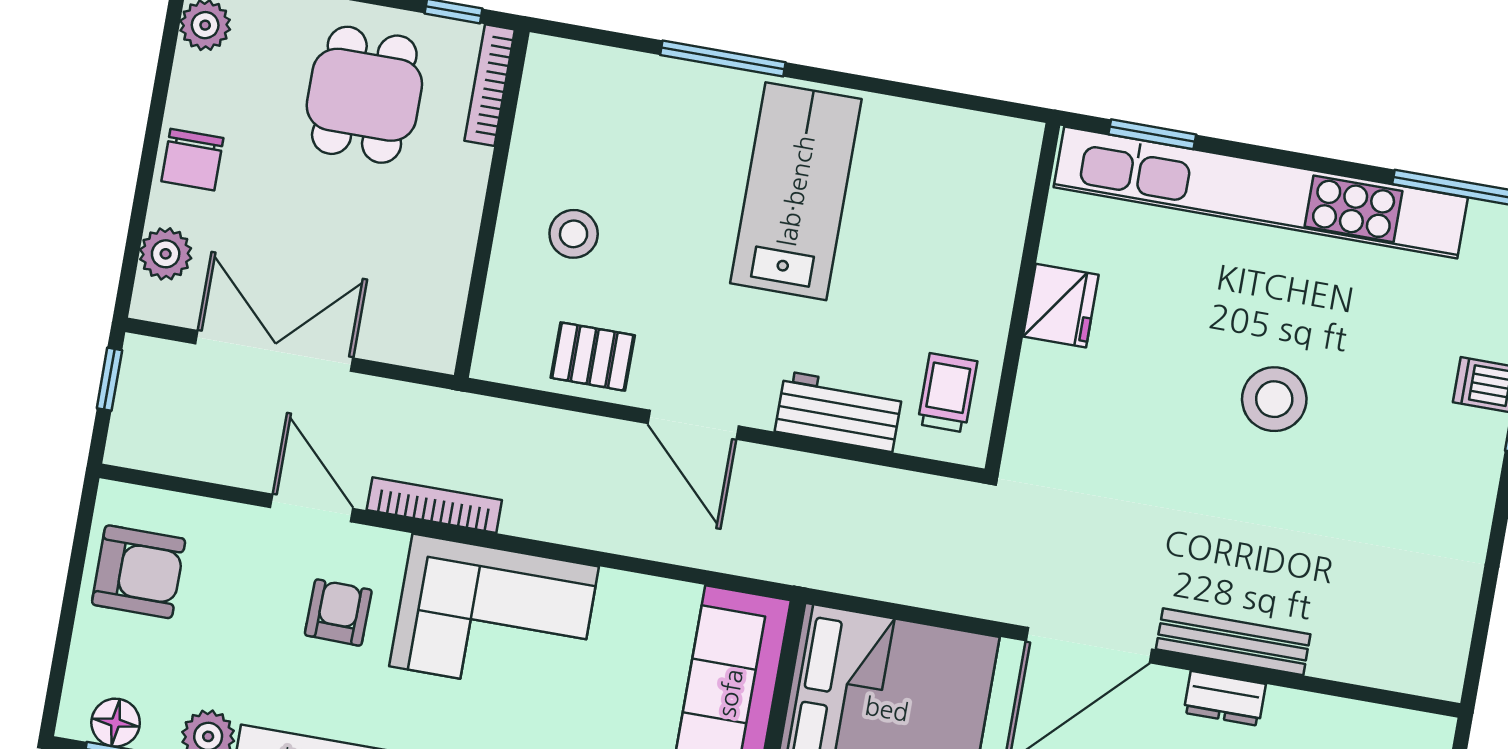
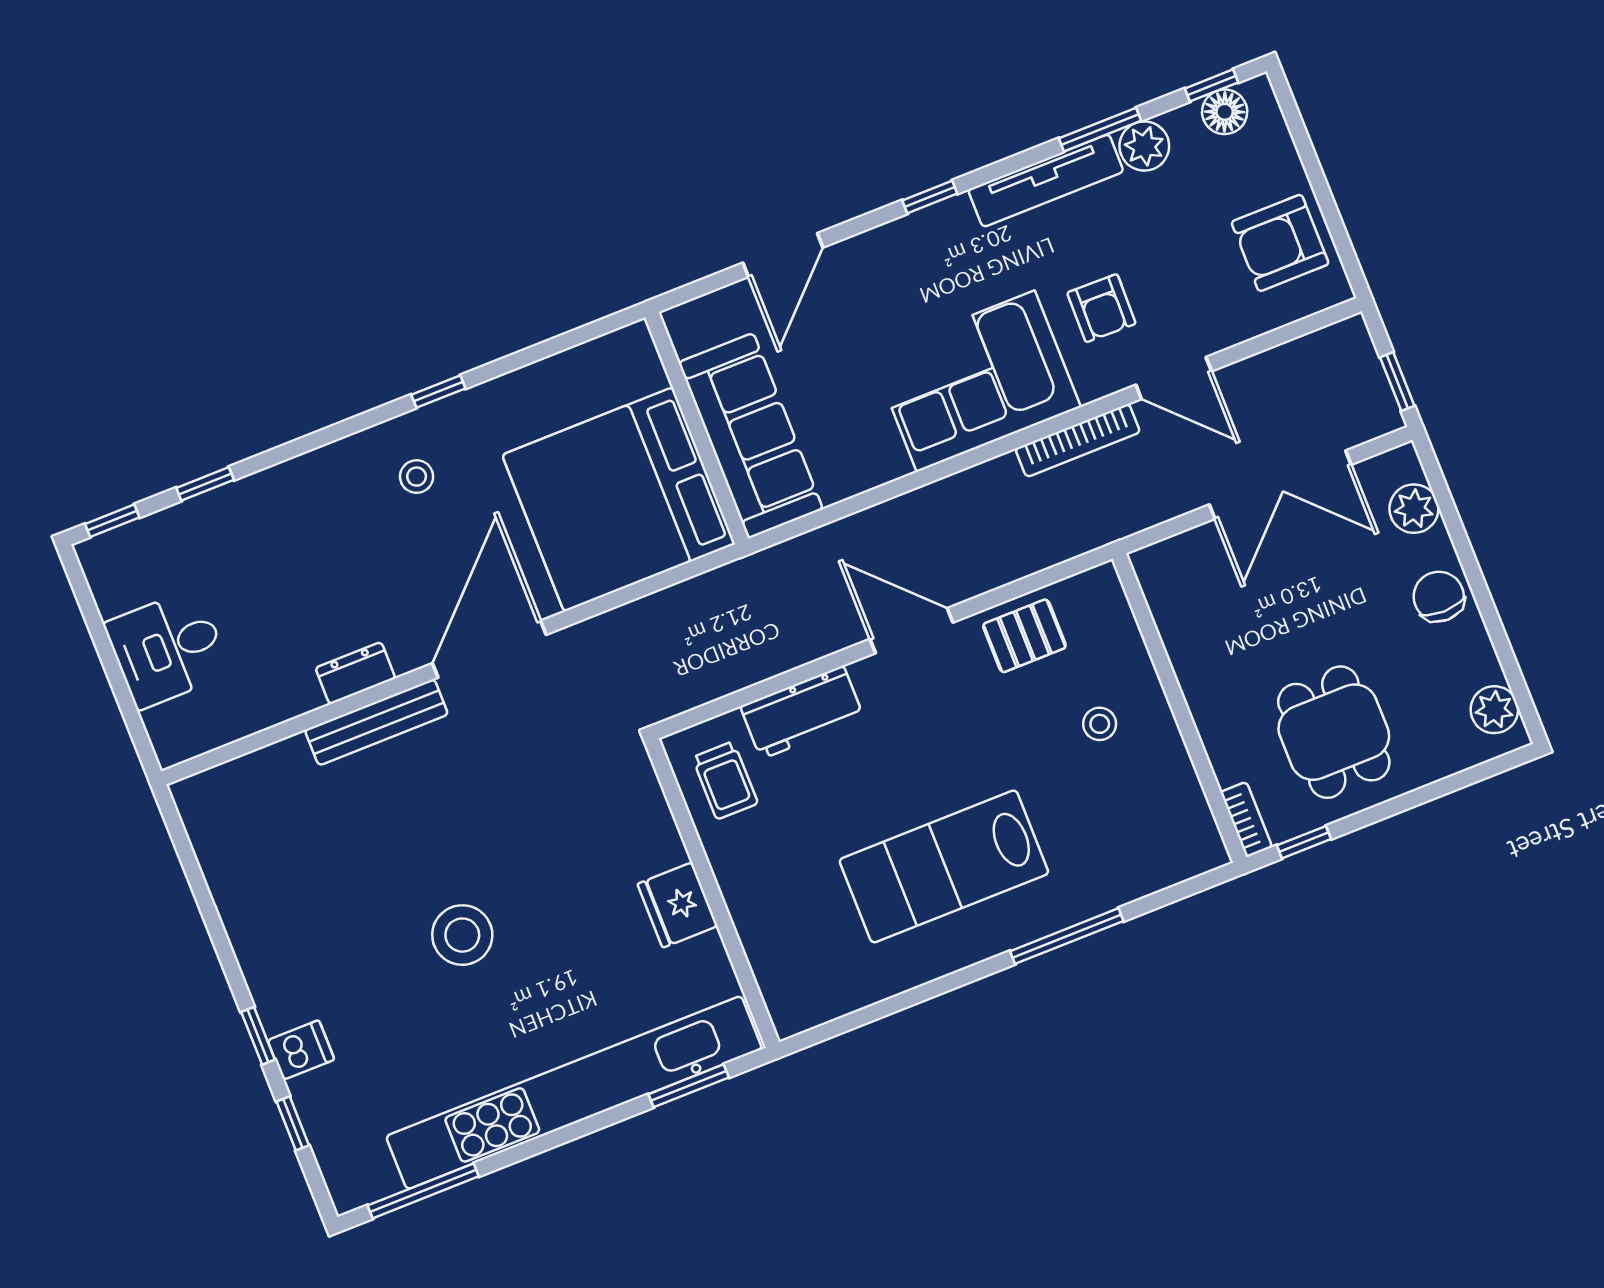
bookcase: (490, 85) -> (1246, 820), width x0.64
lab bench: (796, 191) -> (944, 866), turned 90
stool: (574, 234) -> (1100, 724), width x0.73, depth x0.73

